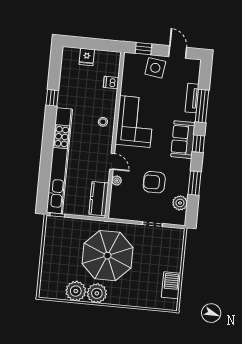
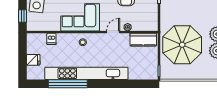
window: (52, 98) -> (68, 84), width x3.17
kitchen unit: (59, 161) -> (86, 73), moved
parasol: (107, 256) -> (182, 45), moved

